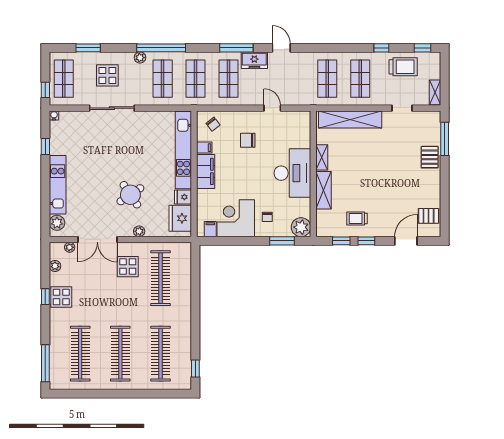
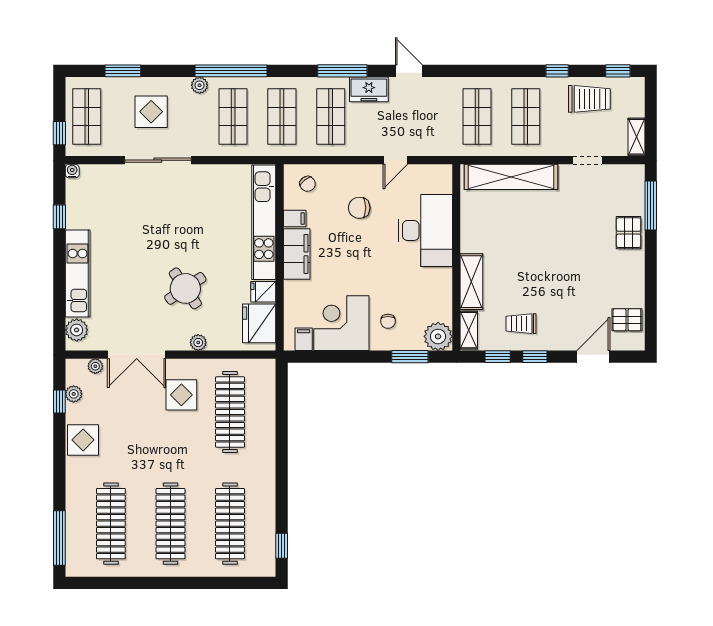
door: (272, 108) -> (395, 160), swing flipped
shelving: (322, 157) -> (469, 330), moved
desk: (292, 173) -> (425, 230), moved
window: (45, 297) -> (59, 401), moved

